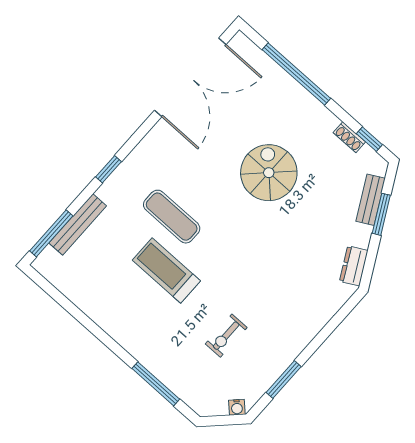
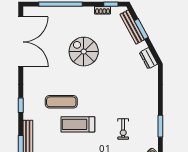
bench: (371, 200) -> (132, 27), width x1.36

